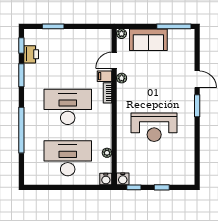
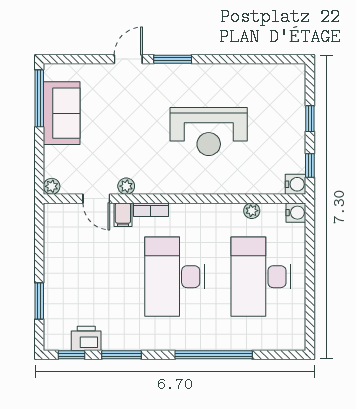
sofa: (148, 40) -> (62, 113), moved
reception desk: (154, 127) -> (209, 132), turned 90

